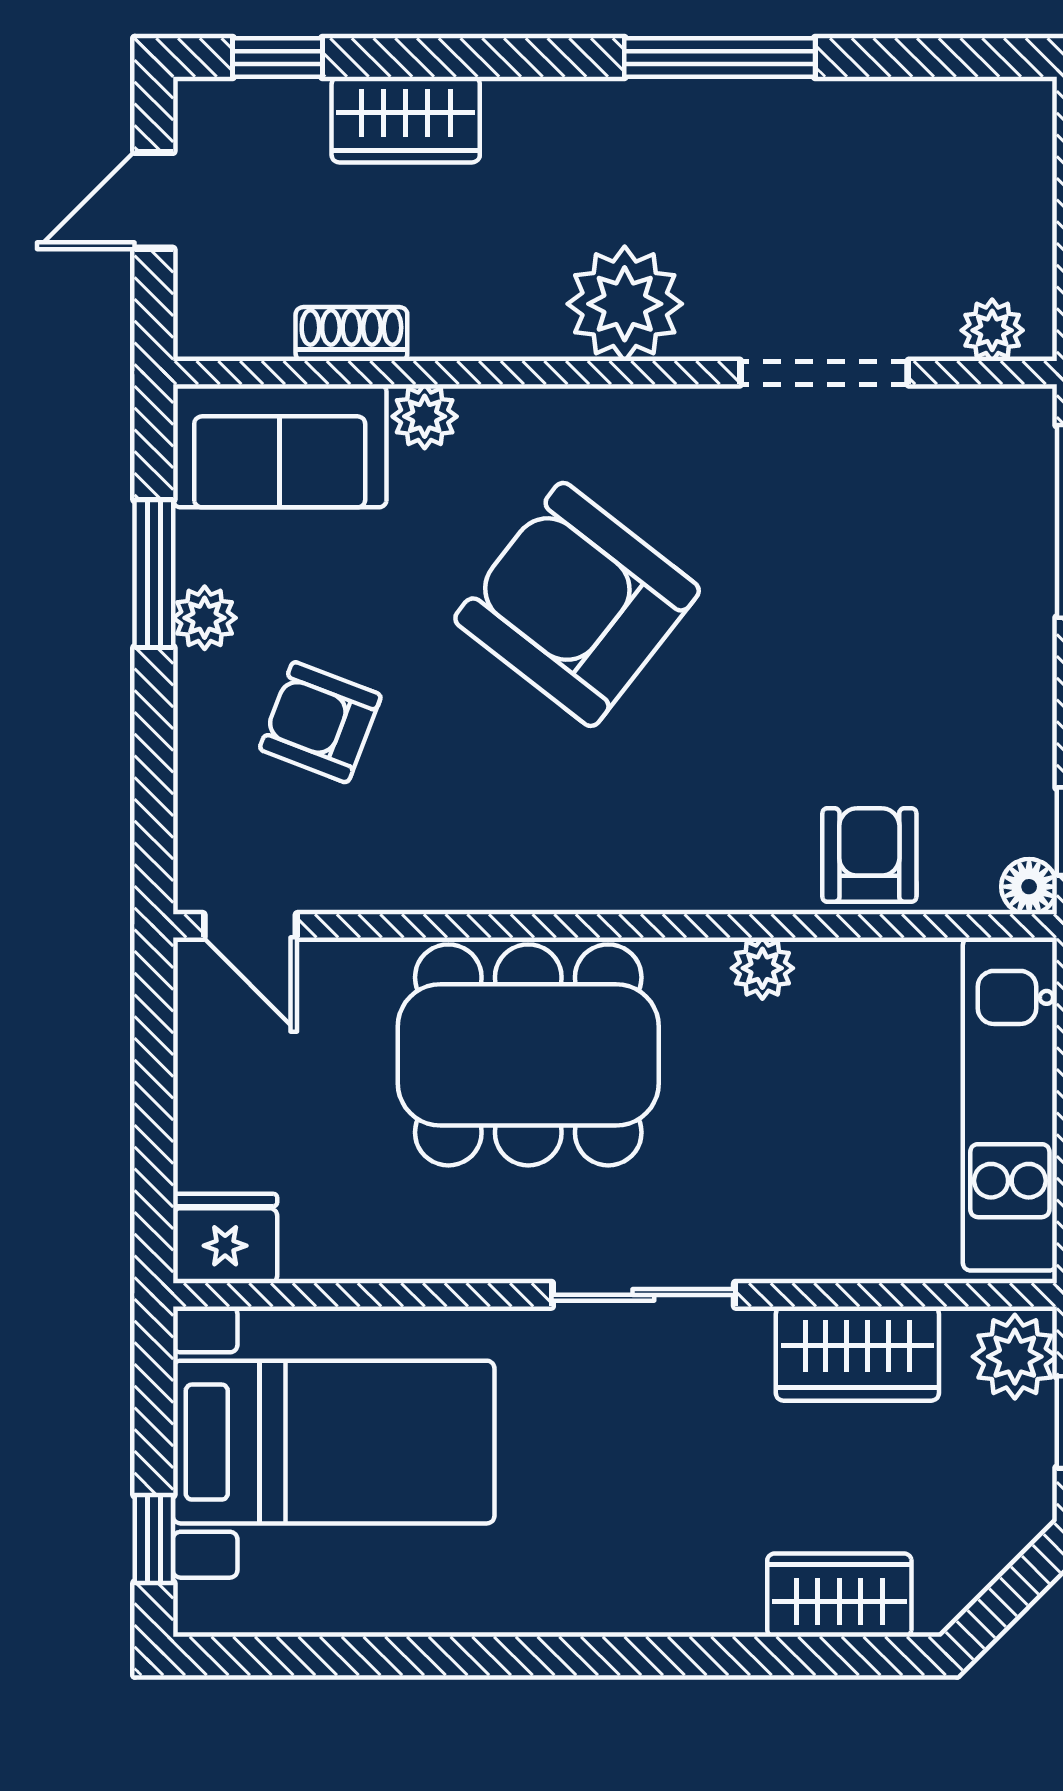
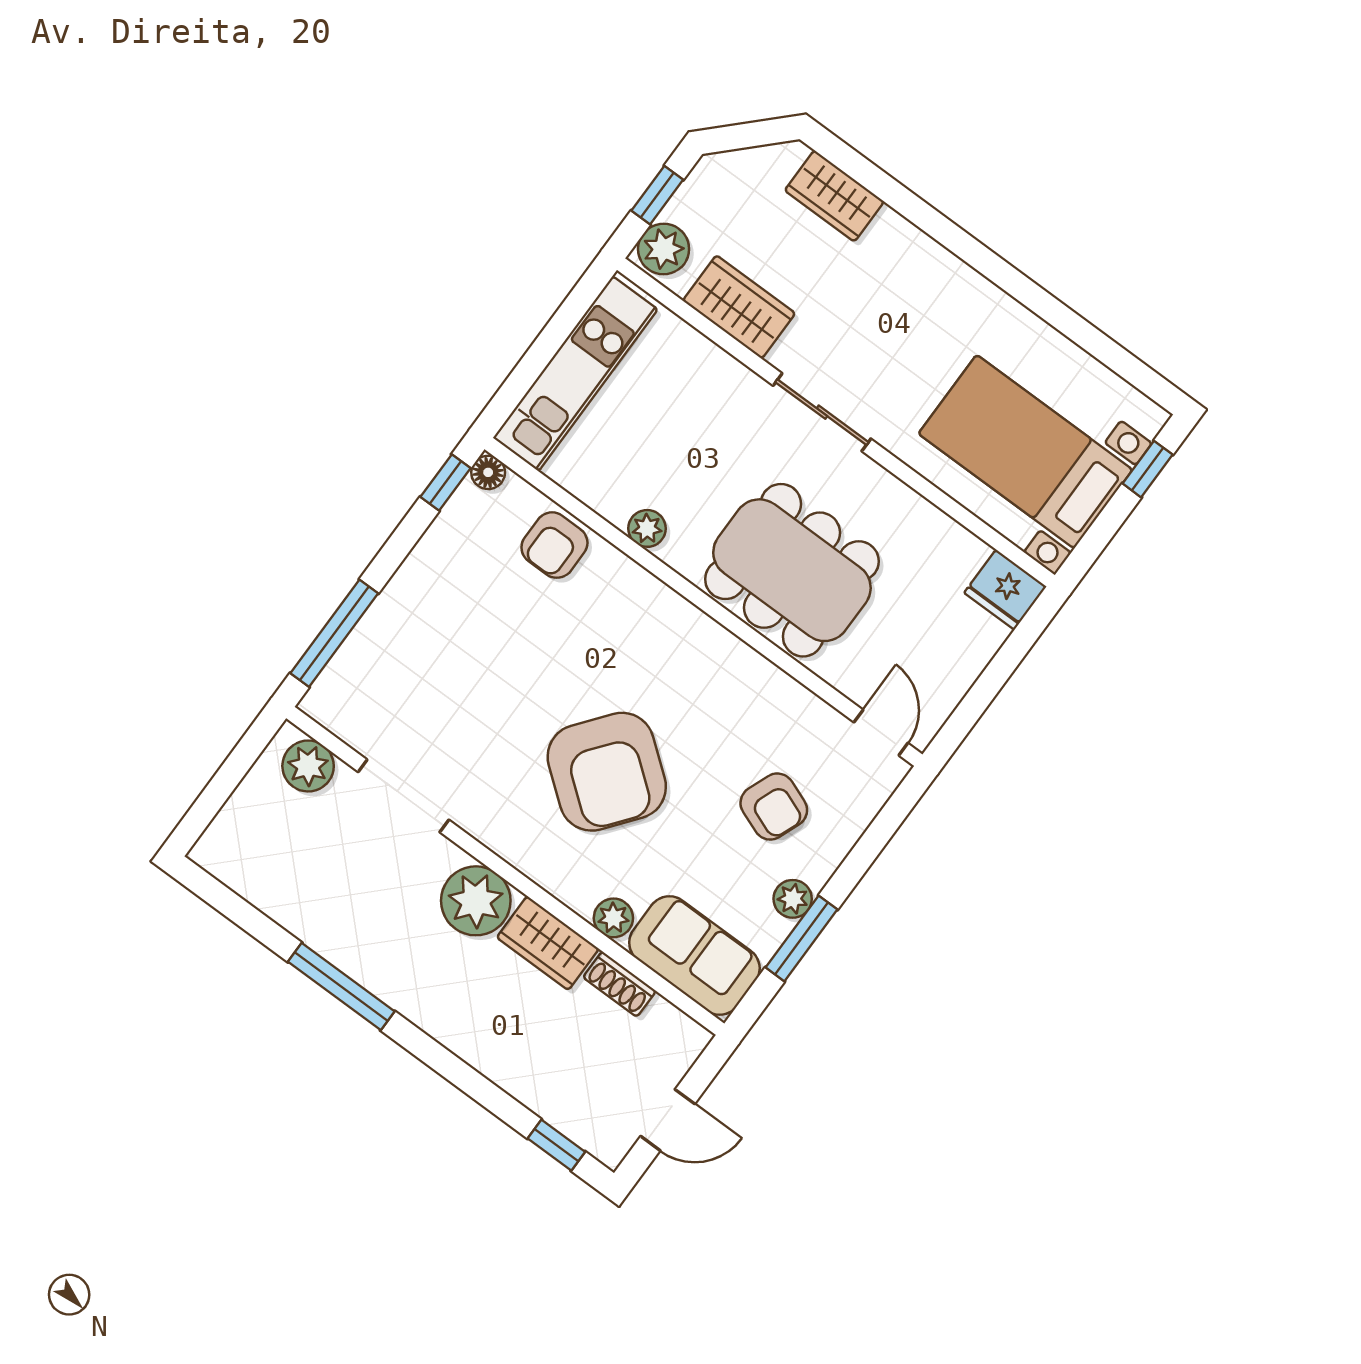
wardrobe: (406, 120) -> (548, 943), moved, turned 180
plant: (992, 330) -> (308, 766), width x1.38, depth x1.38

